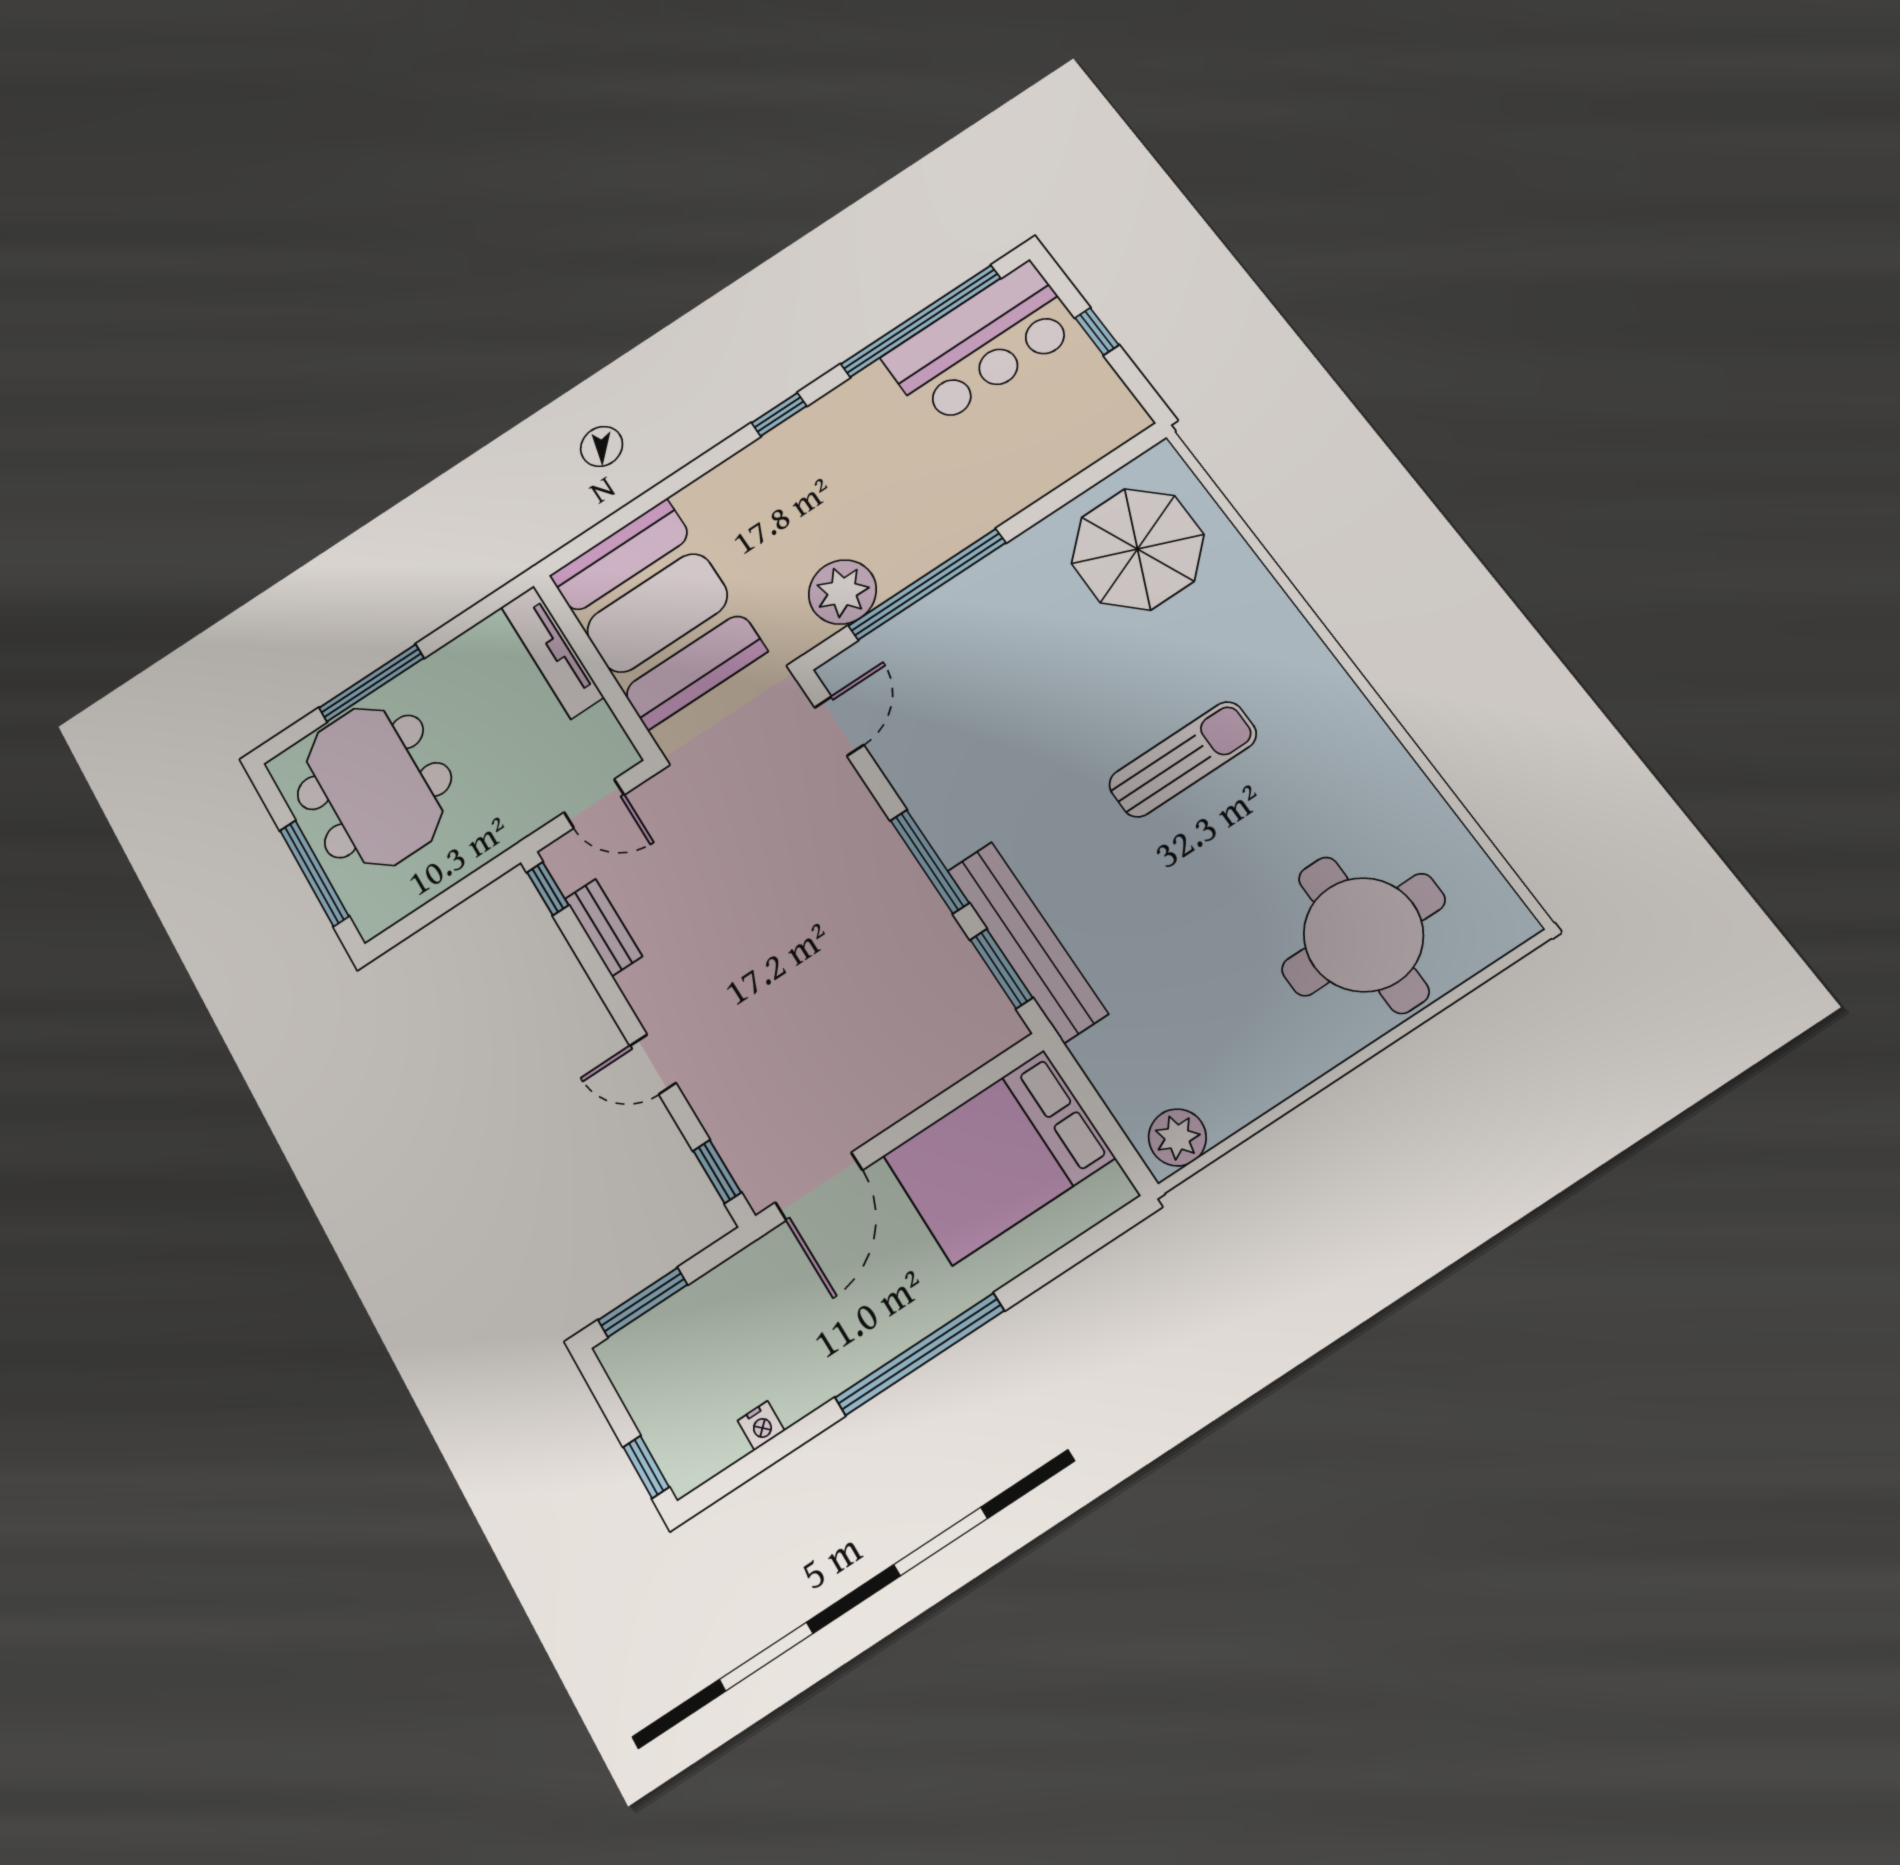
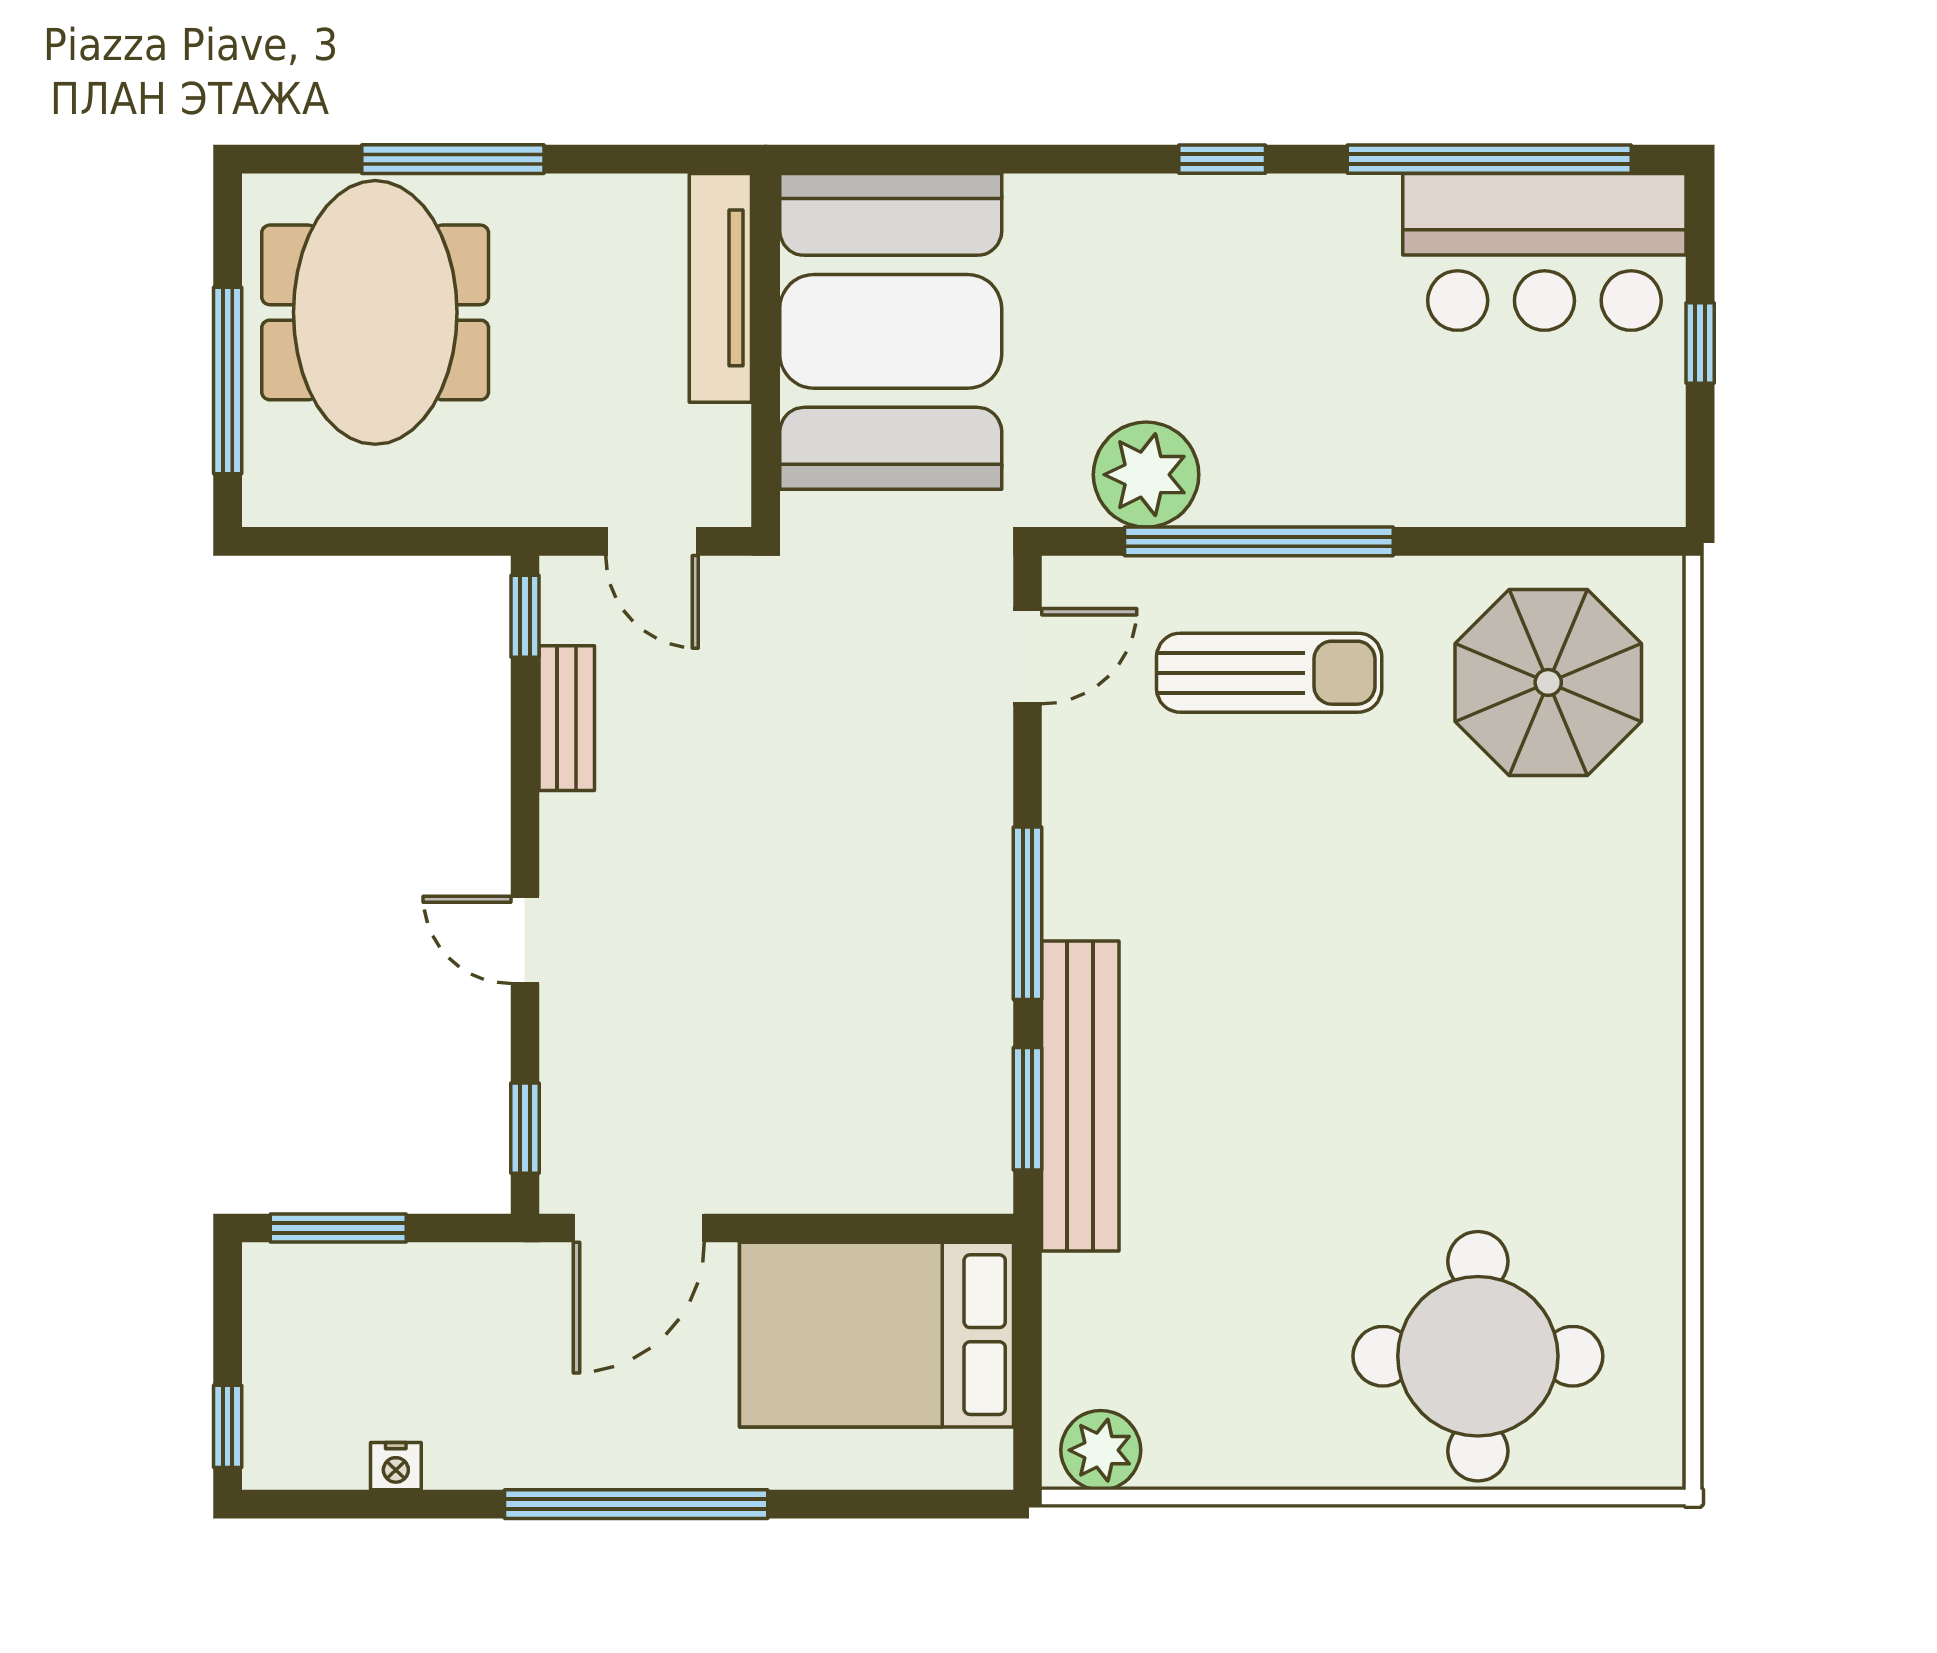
sun lounger: (1183, 759) -> (1269, 673), moved

